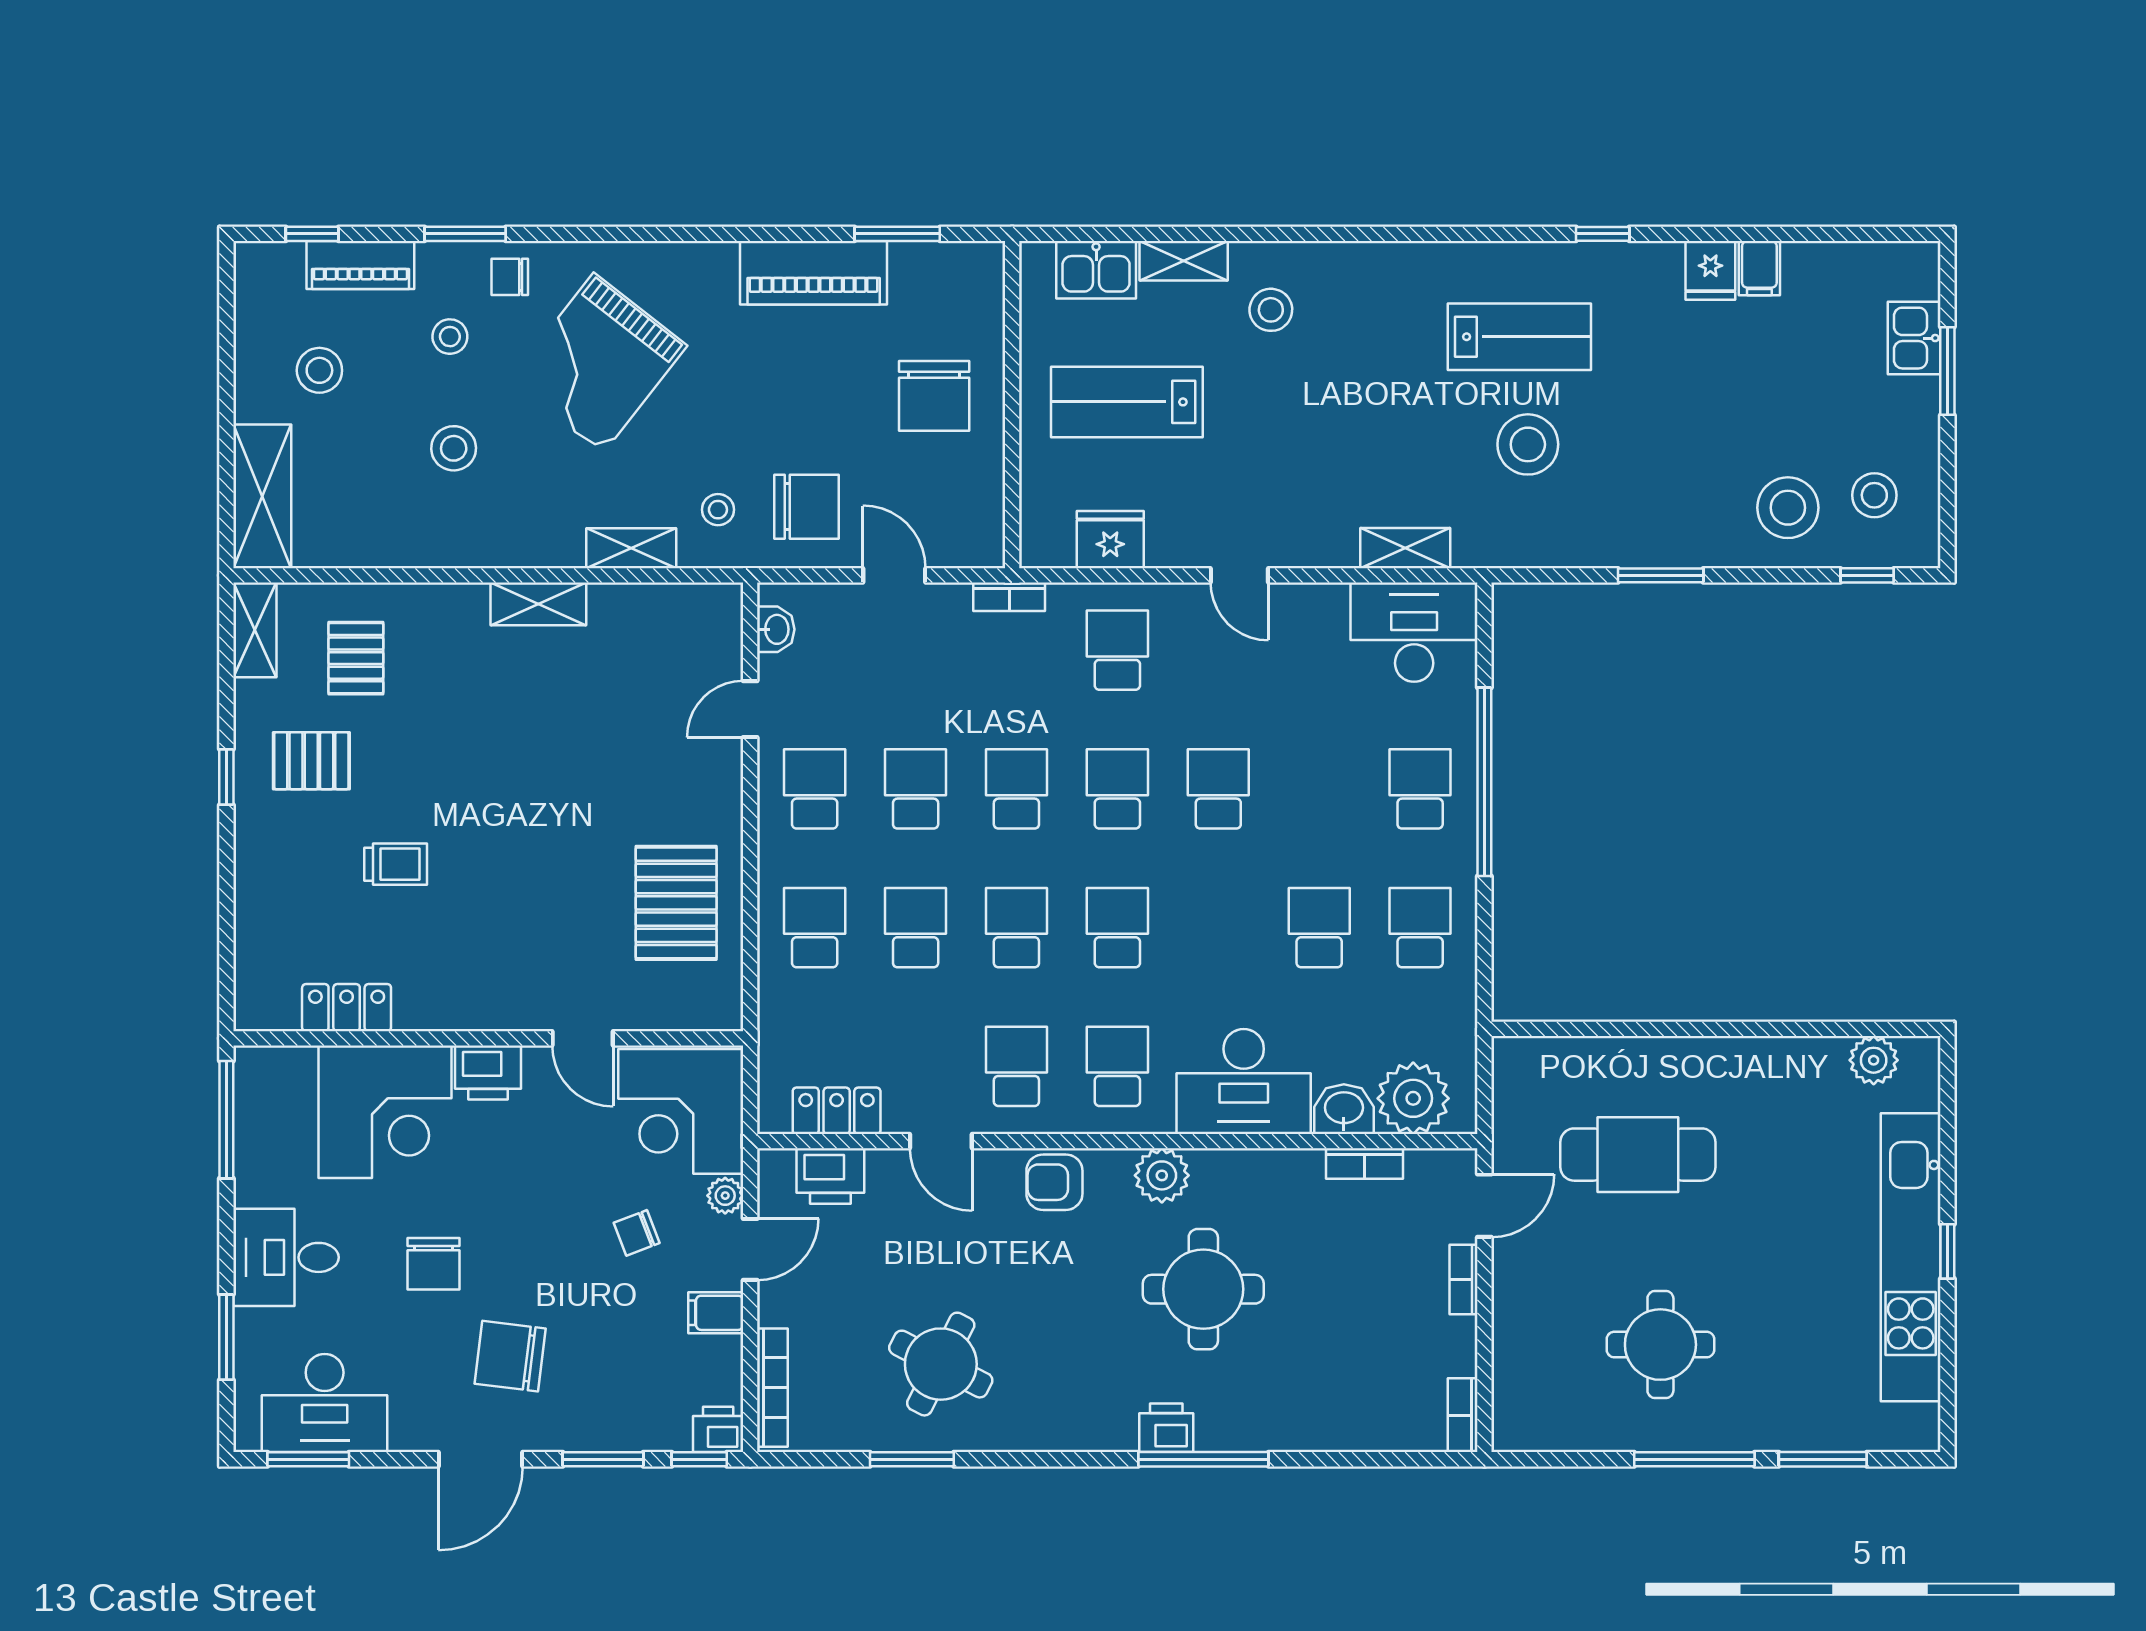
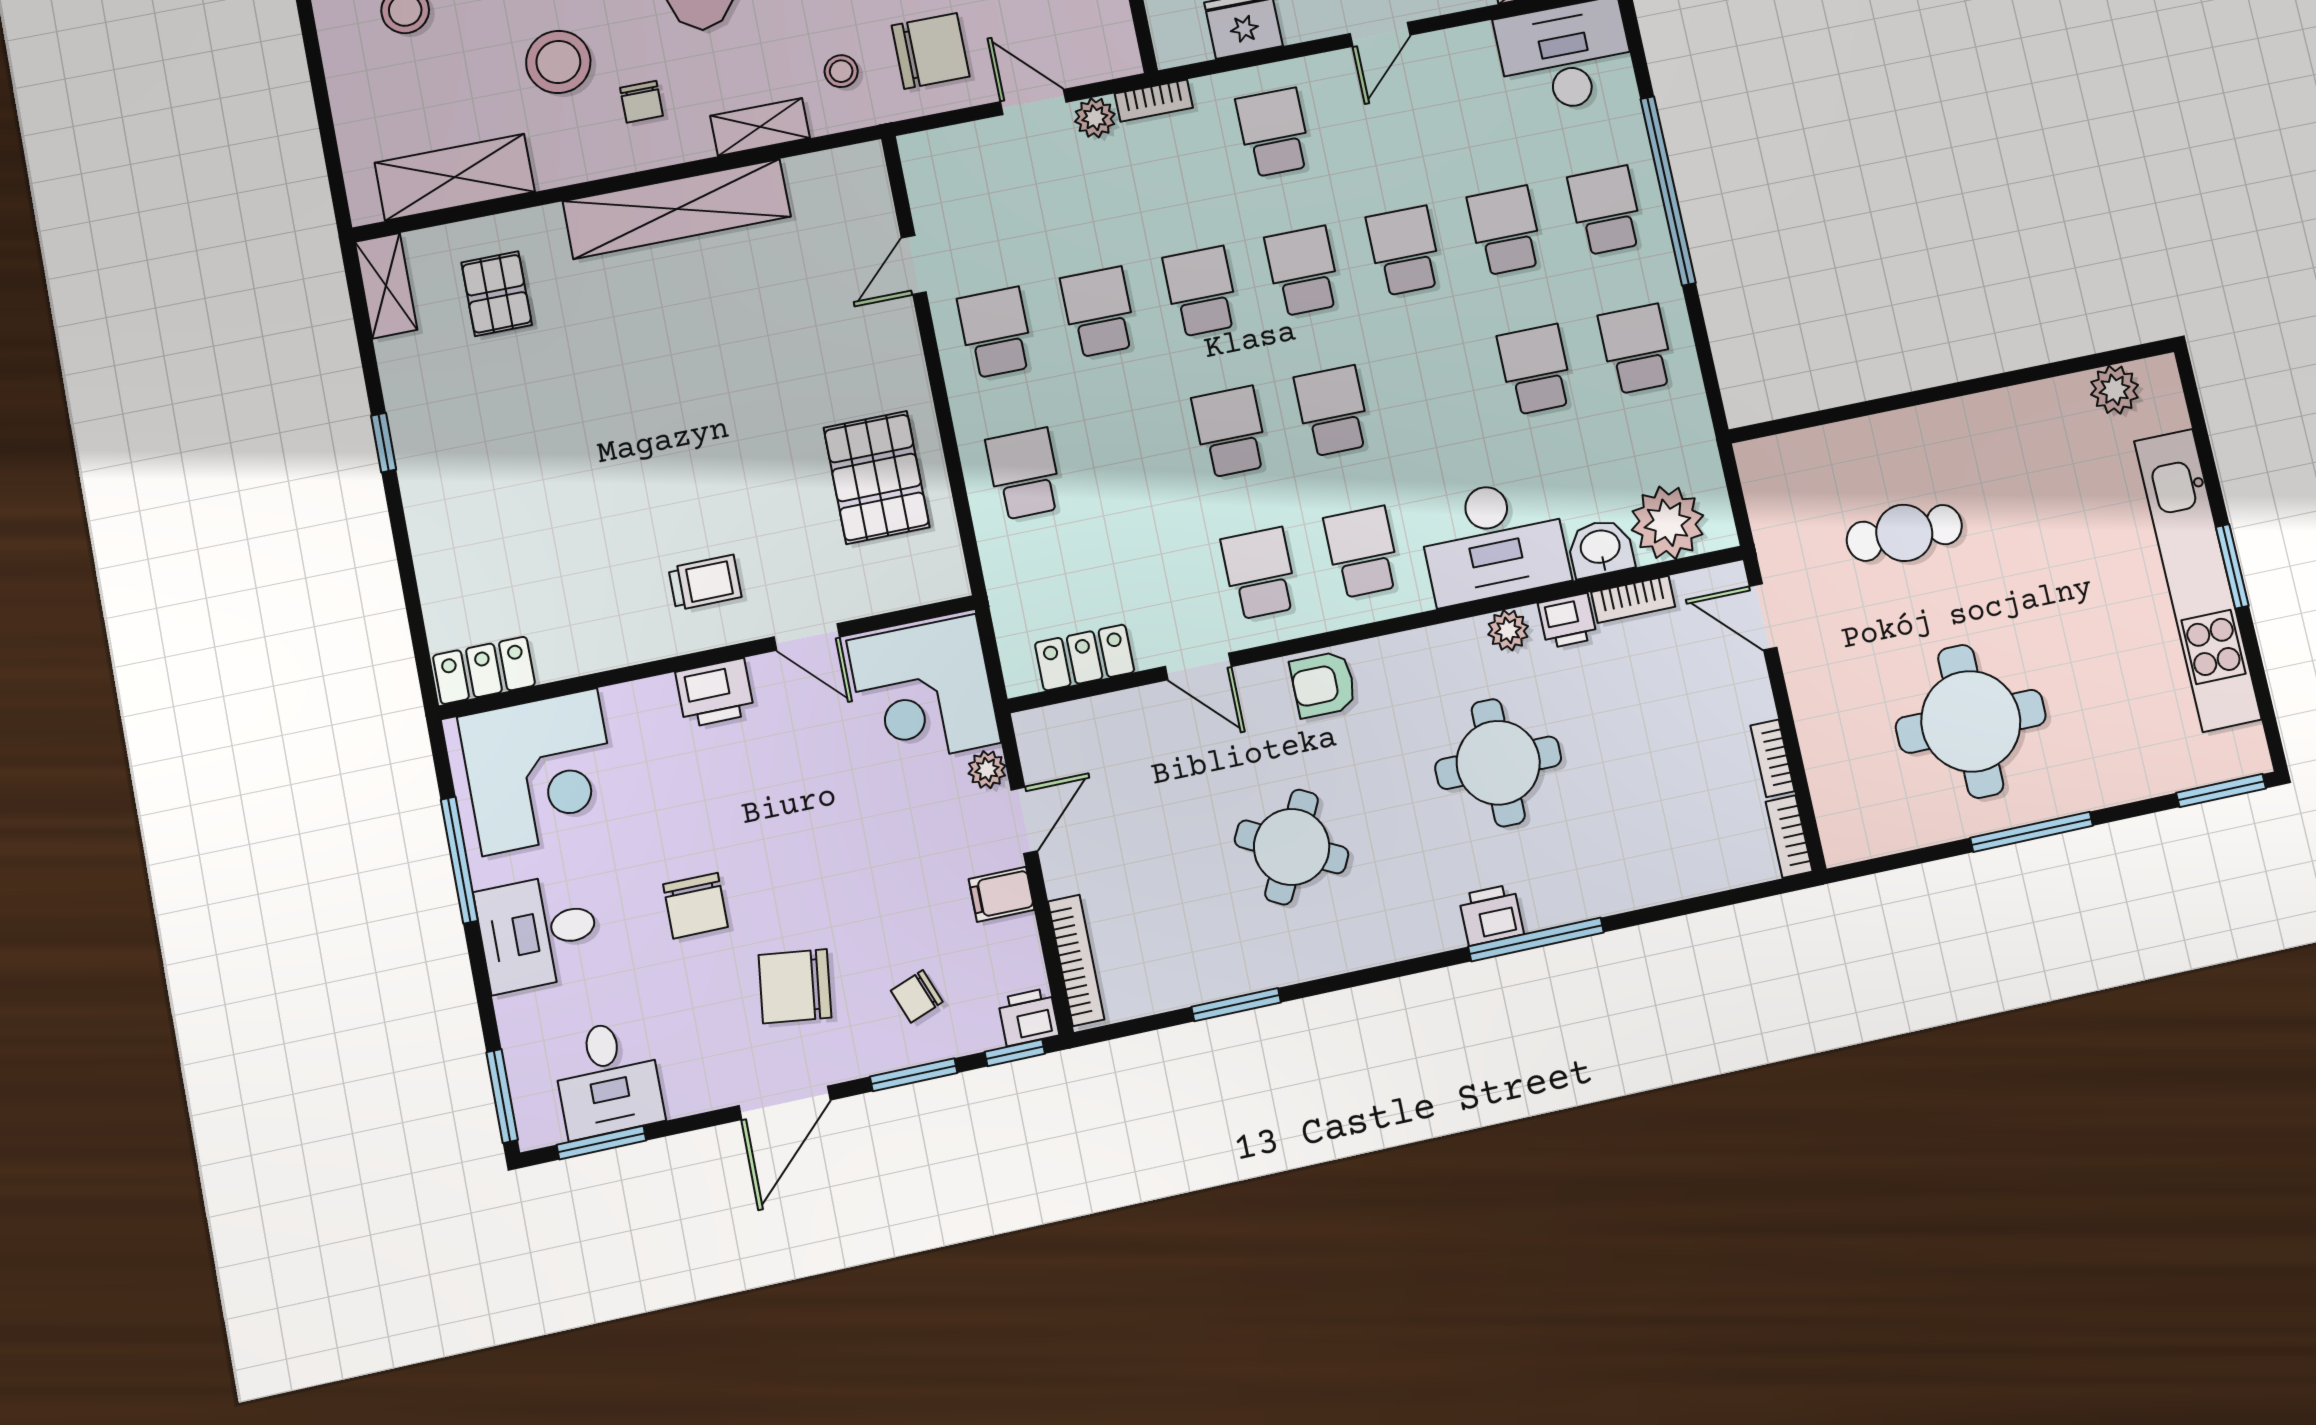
stool: (454, 448) -> (558, 62), width x1.38, depth x1.38
shelving: (262, 496) -> (455, 177), moved, turned 90
chair: (525, 502) -> (642, 102), added
door: (1239, 575) -> (1380, 34), hinge flipped
plant: (950, 602) -> (1095, 118), added
shelving: (538, 604) -> (677, 209), width x2.20, depth x1.33
washbasin: (776, 629) -> (924, 180), removed
pallet: (311, 761) -> (470, 408), removed
trolley: (396, 864) -> (705, 582), moved
school desk: (916, 928) -> (1505, 231), moved
locker: (347, 1008) -> (484, 670), moved
corner desk: (385, 1112) -> (540, 772), moved
window: (226, 1120) -> (459, 860), moved
cafe table: (1638, 1155) -> (1904, 533), width x0.73, depth x0.74
plant: (1162, 1175) -> (1508, 630), moved, width x0.73, depth x0.73
printer: (830, 1176) -> (1567, 621), moved, width x0.73, depth x0.81
door: (1484, 1206) -> (1763, 617), swing flipped
chair: (637, 1233) -> (917, 996), moved
window: (1947, 1251) -> (2232, 566), width x1.50
bookcase: (1463, 1279) -> (1773, 758), moved
window: (226, 1337) -> (502, 1096), moved
round table: (1660, 1345) -> (1971, 721), width x1.36, depth x1.36
round table: (941, 1364) -> (1292, 847), moved
desk: (325, 1403) -> (608, 1079), width x0.73
window: (1823, 1459) -> (2221, 791), moved

